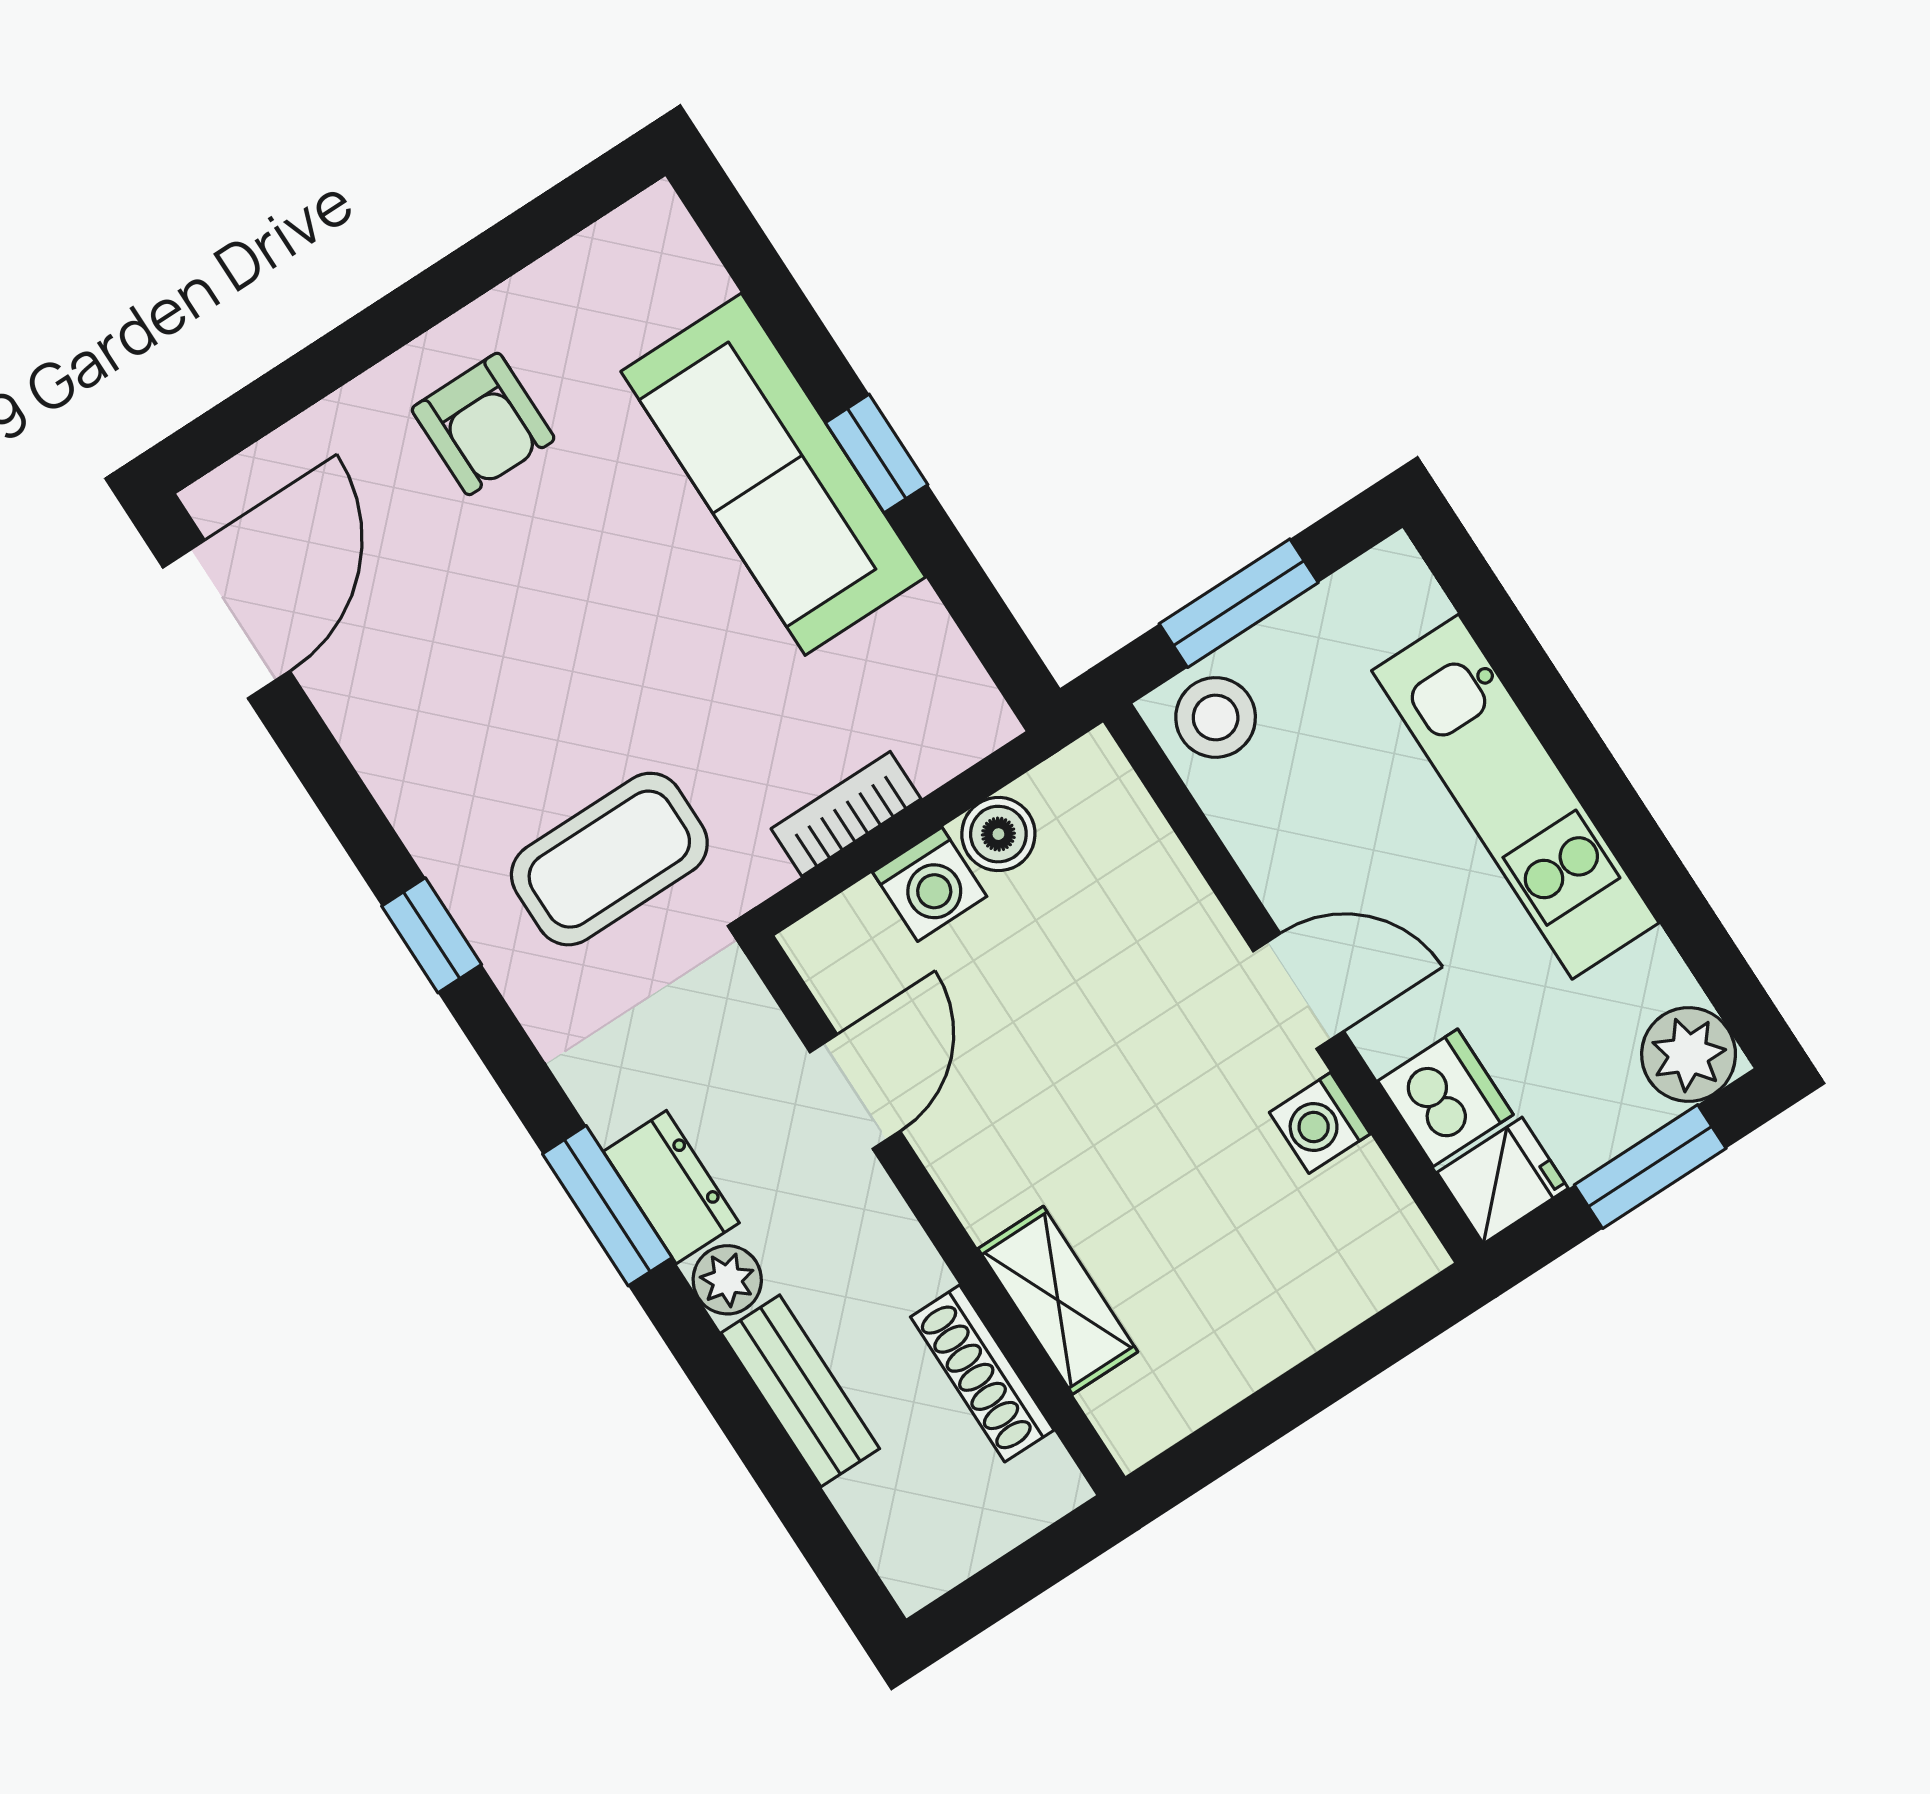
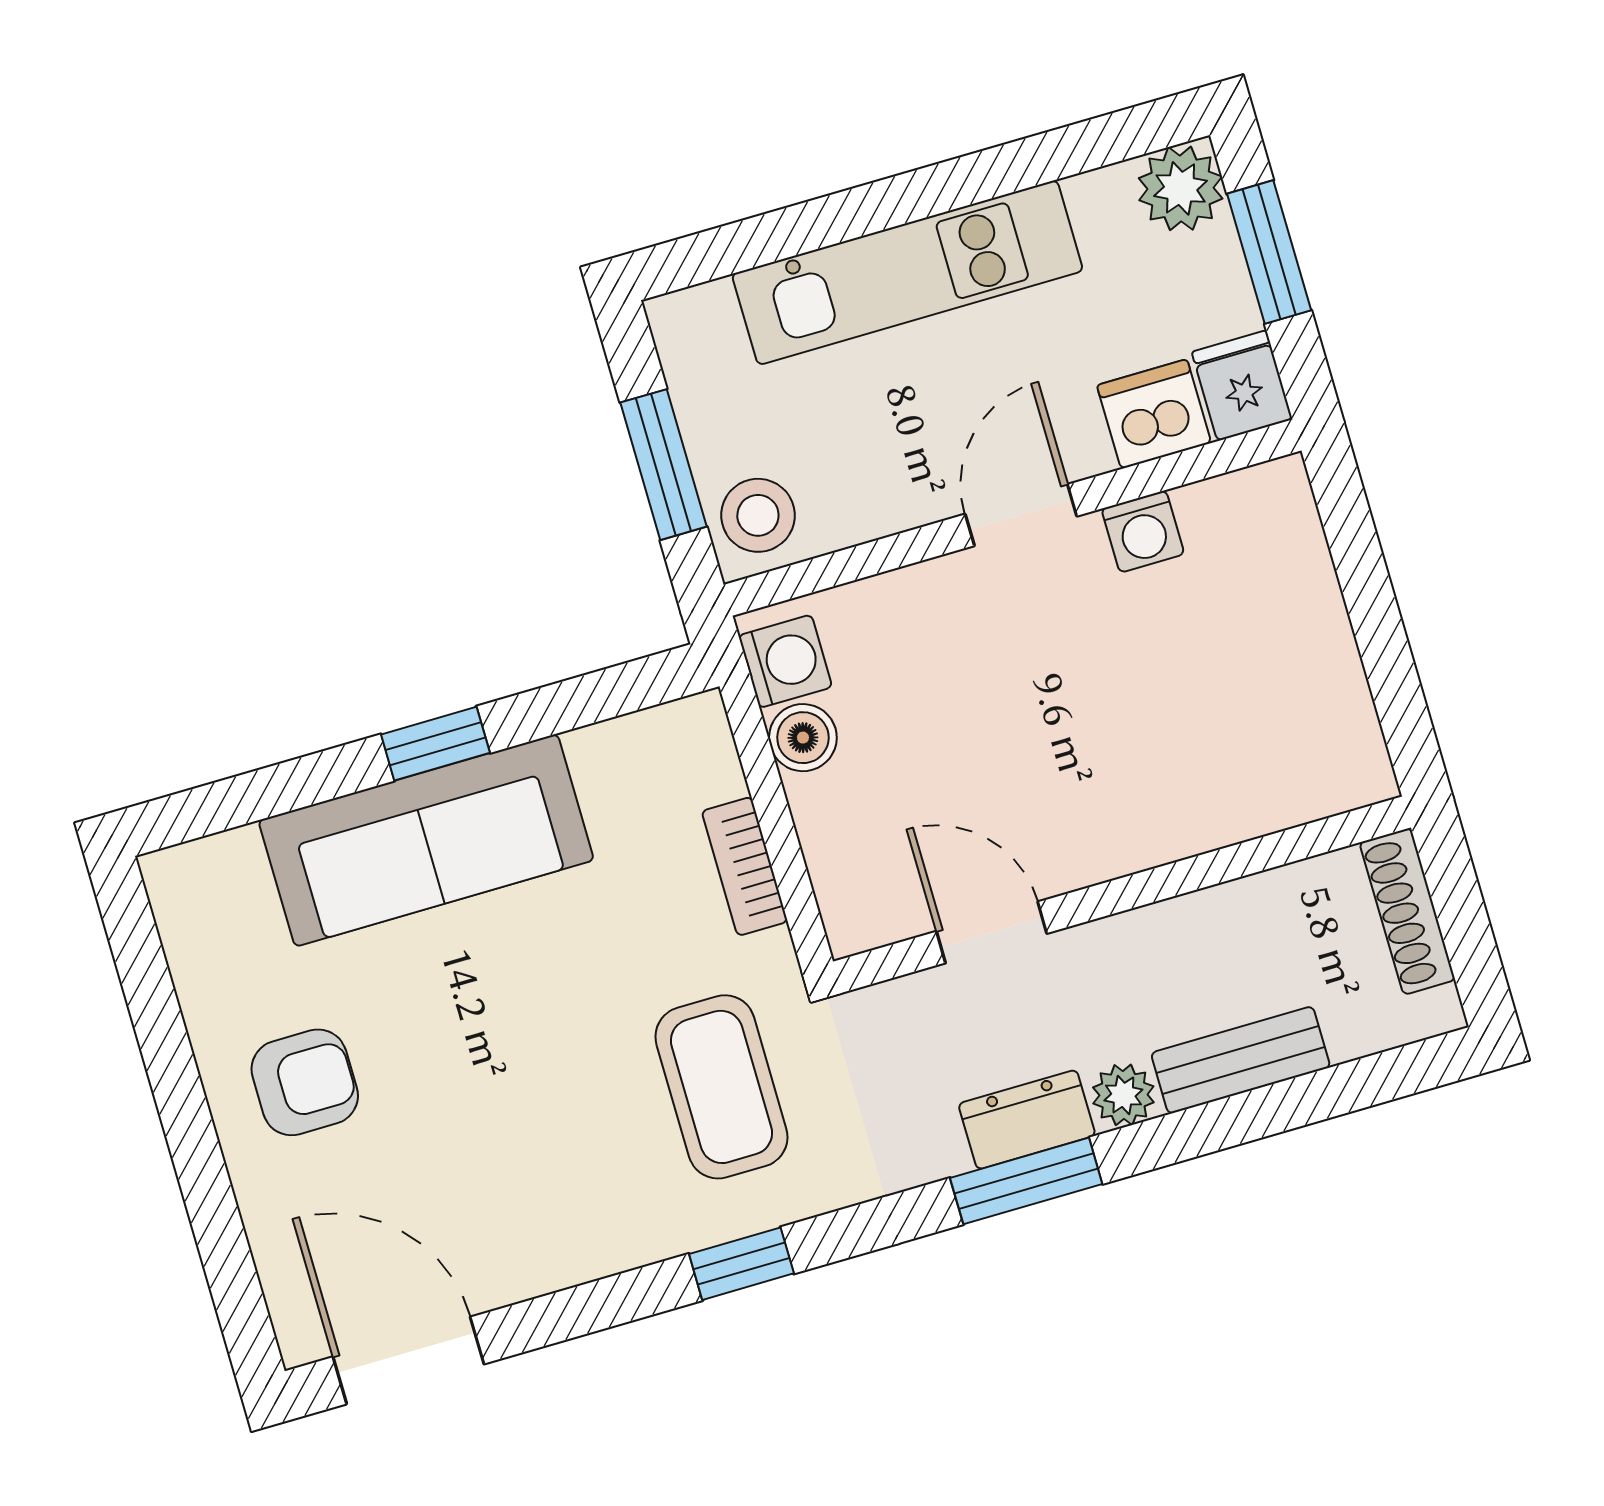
washing machine: (930, 884) -> (785, 661), moved
shelving: (1058, 1300) -> (1229, 809), removed
shoe rack: (982, 1373) -> (1407, 911), moved, turned 90

